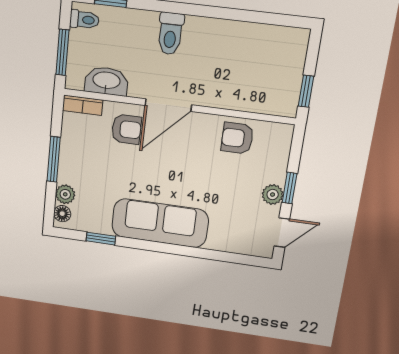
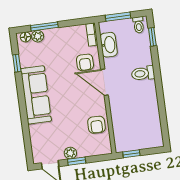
armchair: (237, 138) -> (97, 125), turned 180
window: (54, 159) -> (44, 26), moved

